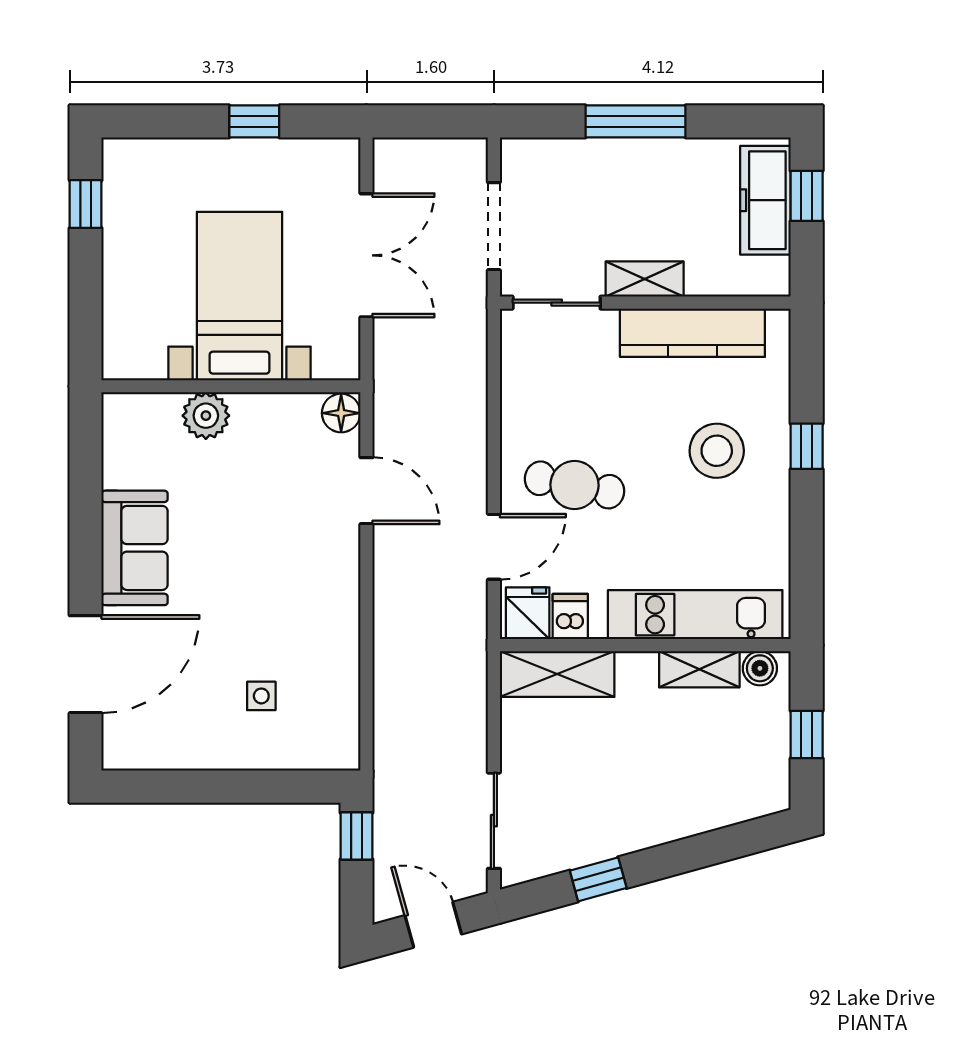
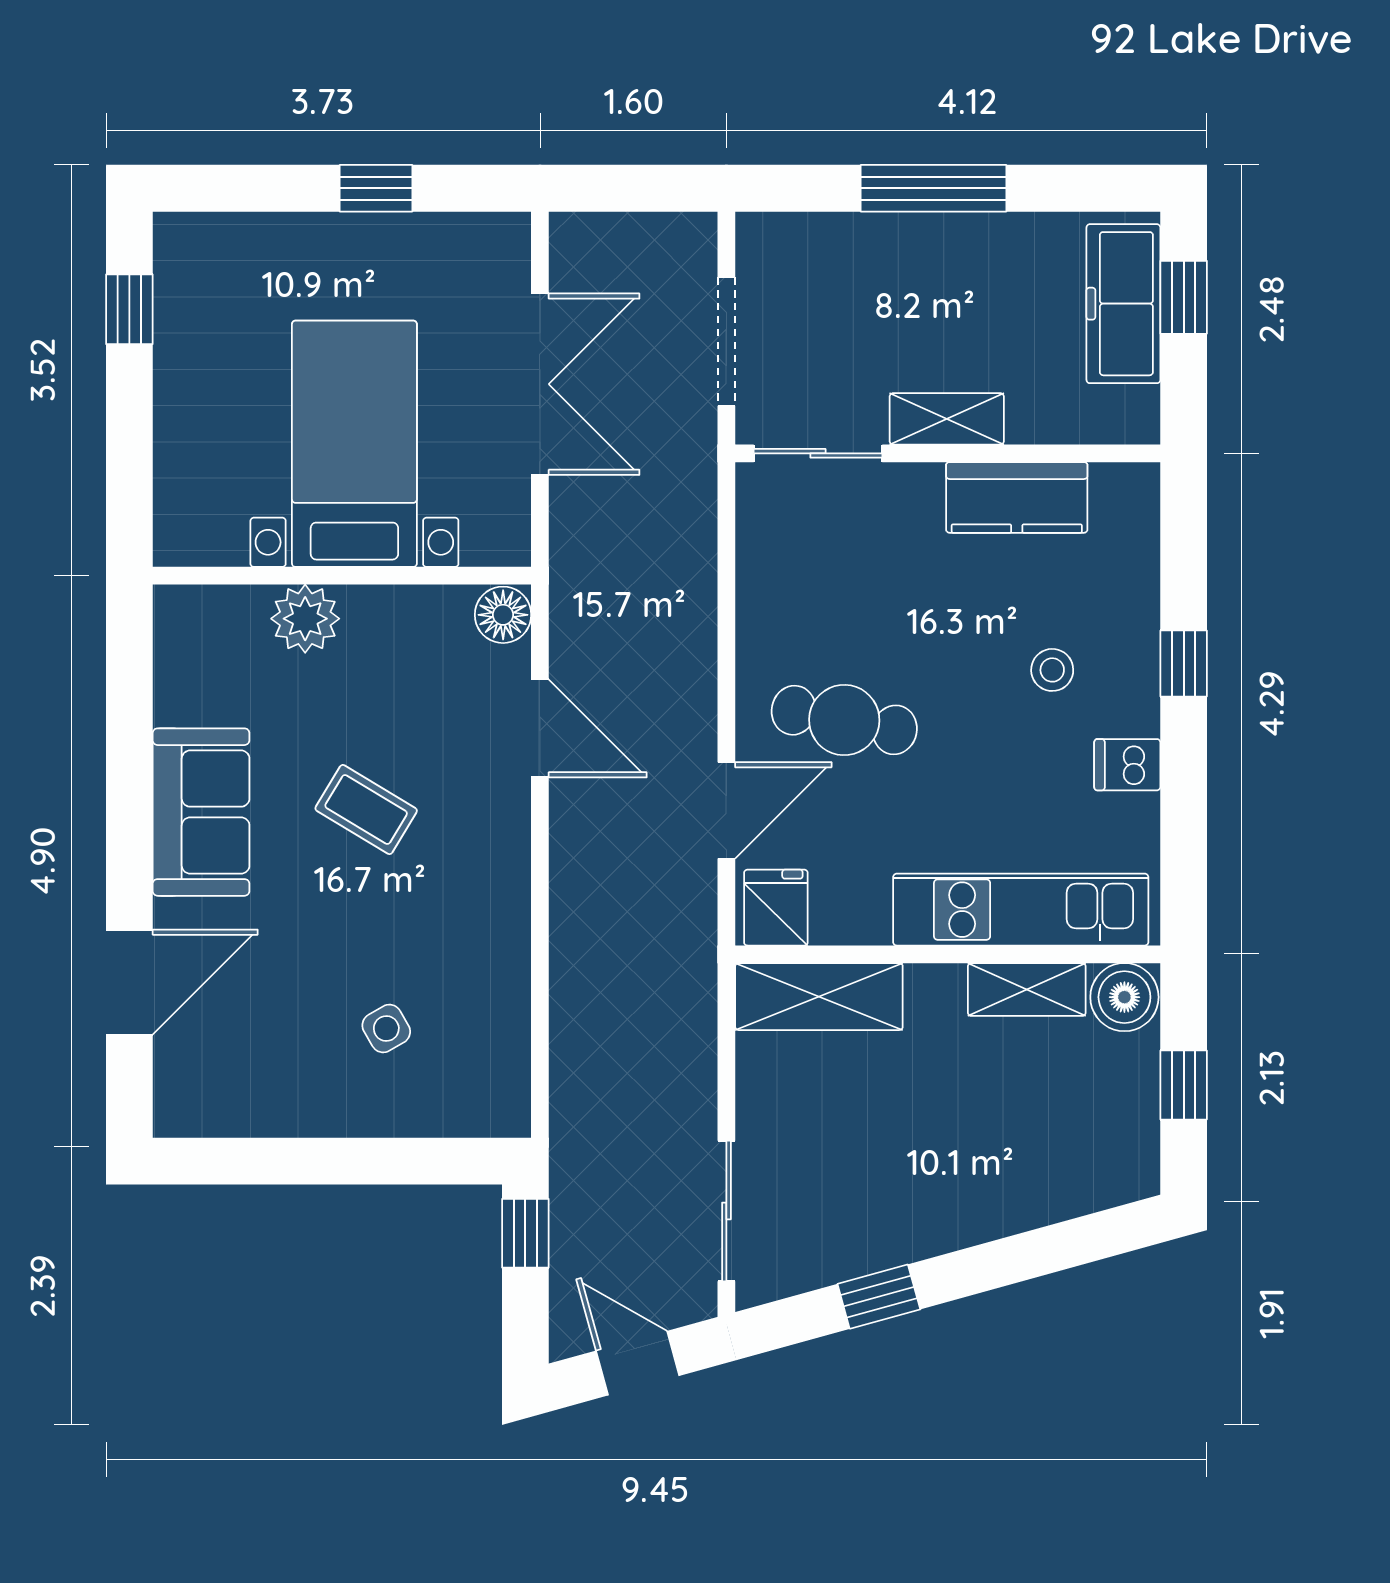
kitchen counter: (692, 333) -> (1017, 497), width x0.67
stool: (717, 451) -> (1052, 670), width x0.53, depth x0.53
coffee table: (248, 546) -> (366, 810), added
dishwasher: (570, 617) -> (1127, 765), moved, turned -90
door: (86, 664) -> (129, 982), width x0.73
boiler: (760, 668) -> (1124, 997), width x1.36, depth x1.36
side table: (261, 696) -> (386, 1028), turned -30

